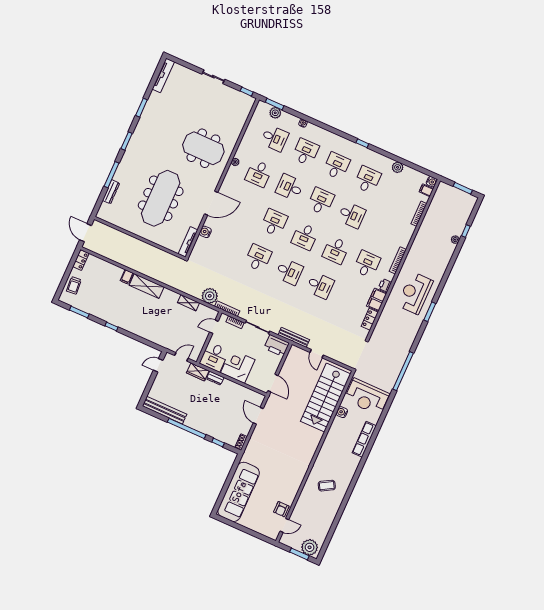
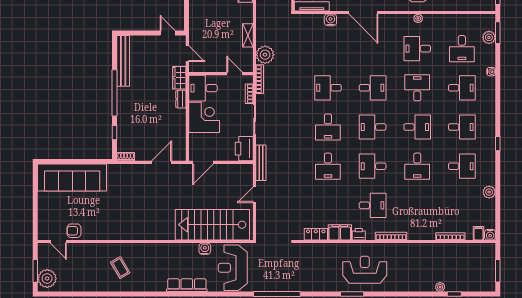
desk: (258, 258) -> (328, 88), turned 180

